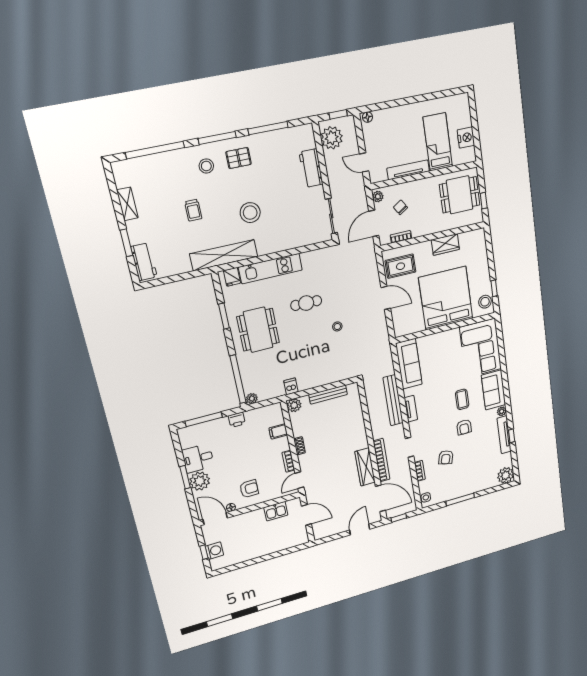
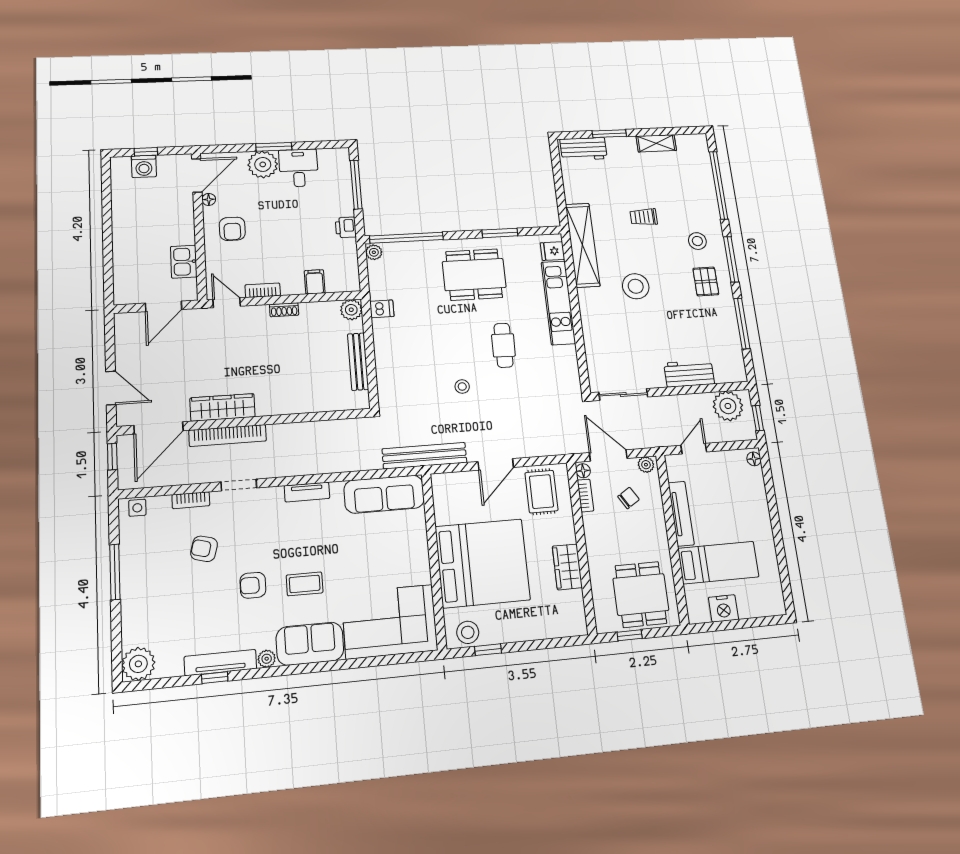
floor lamp: (385, 240) -> (583, 471), added
bench: (393, 400) -> (424, 456), moved

